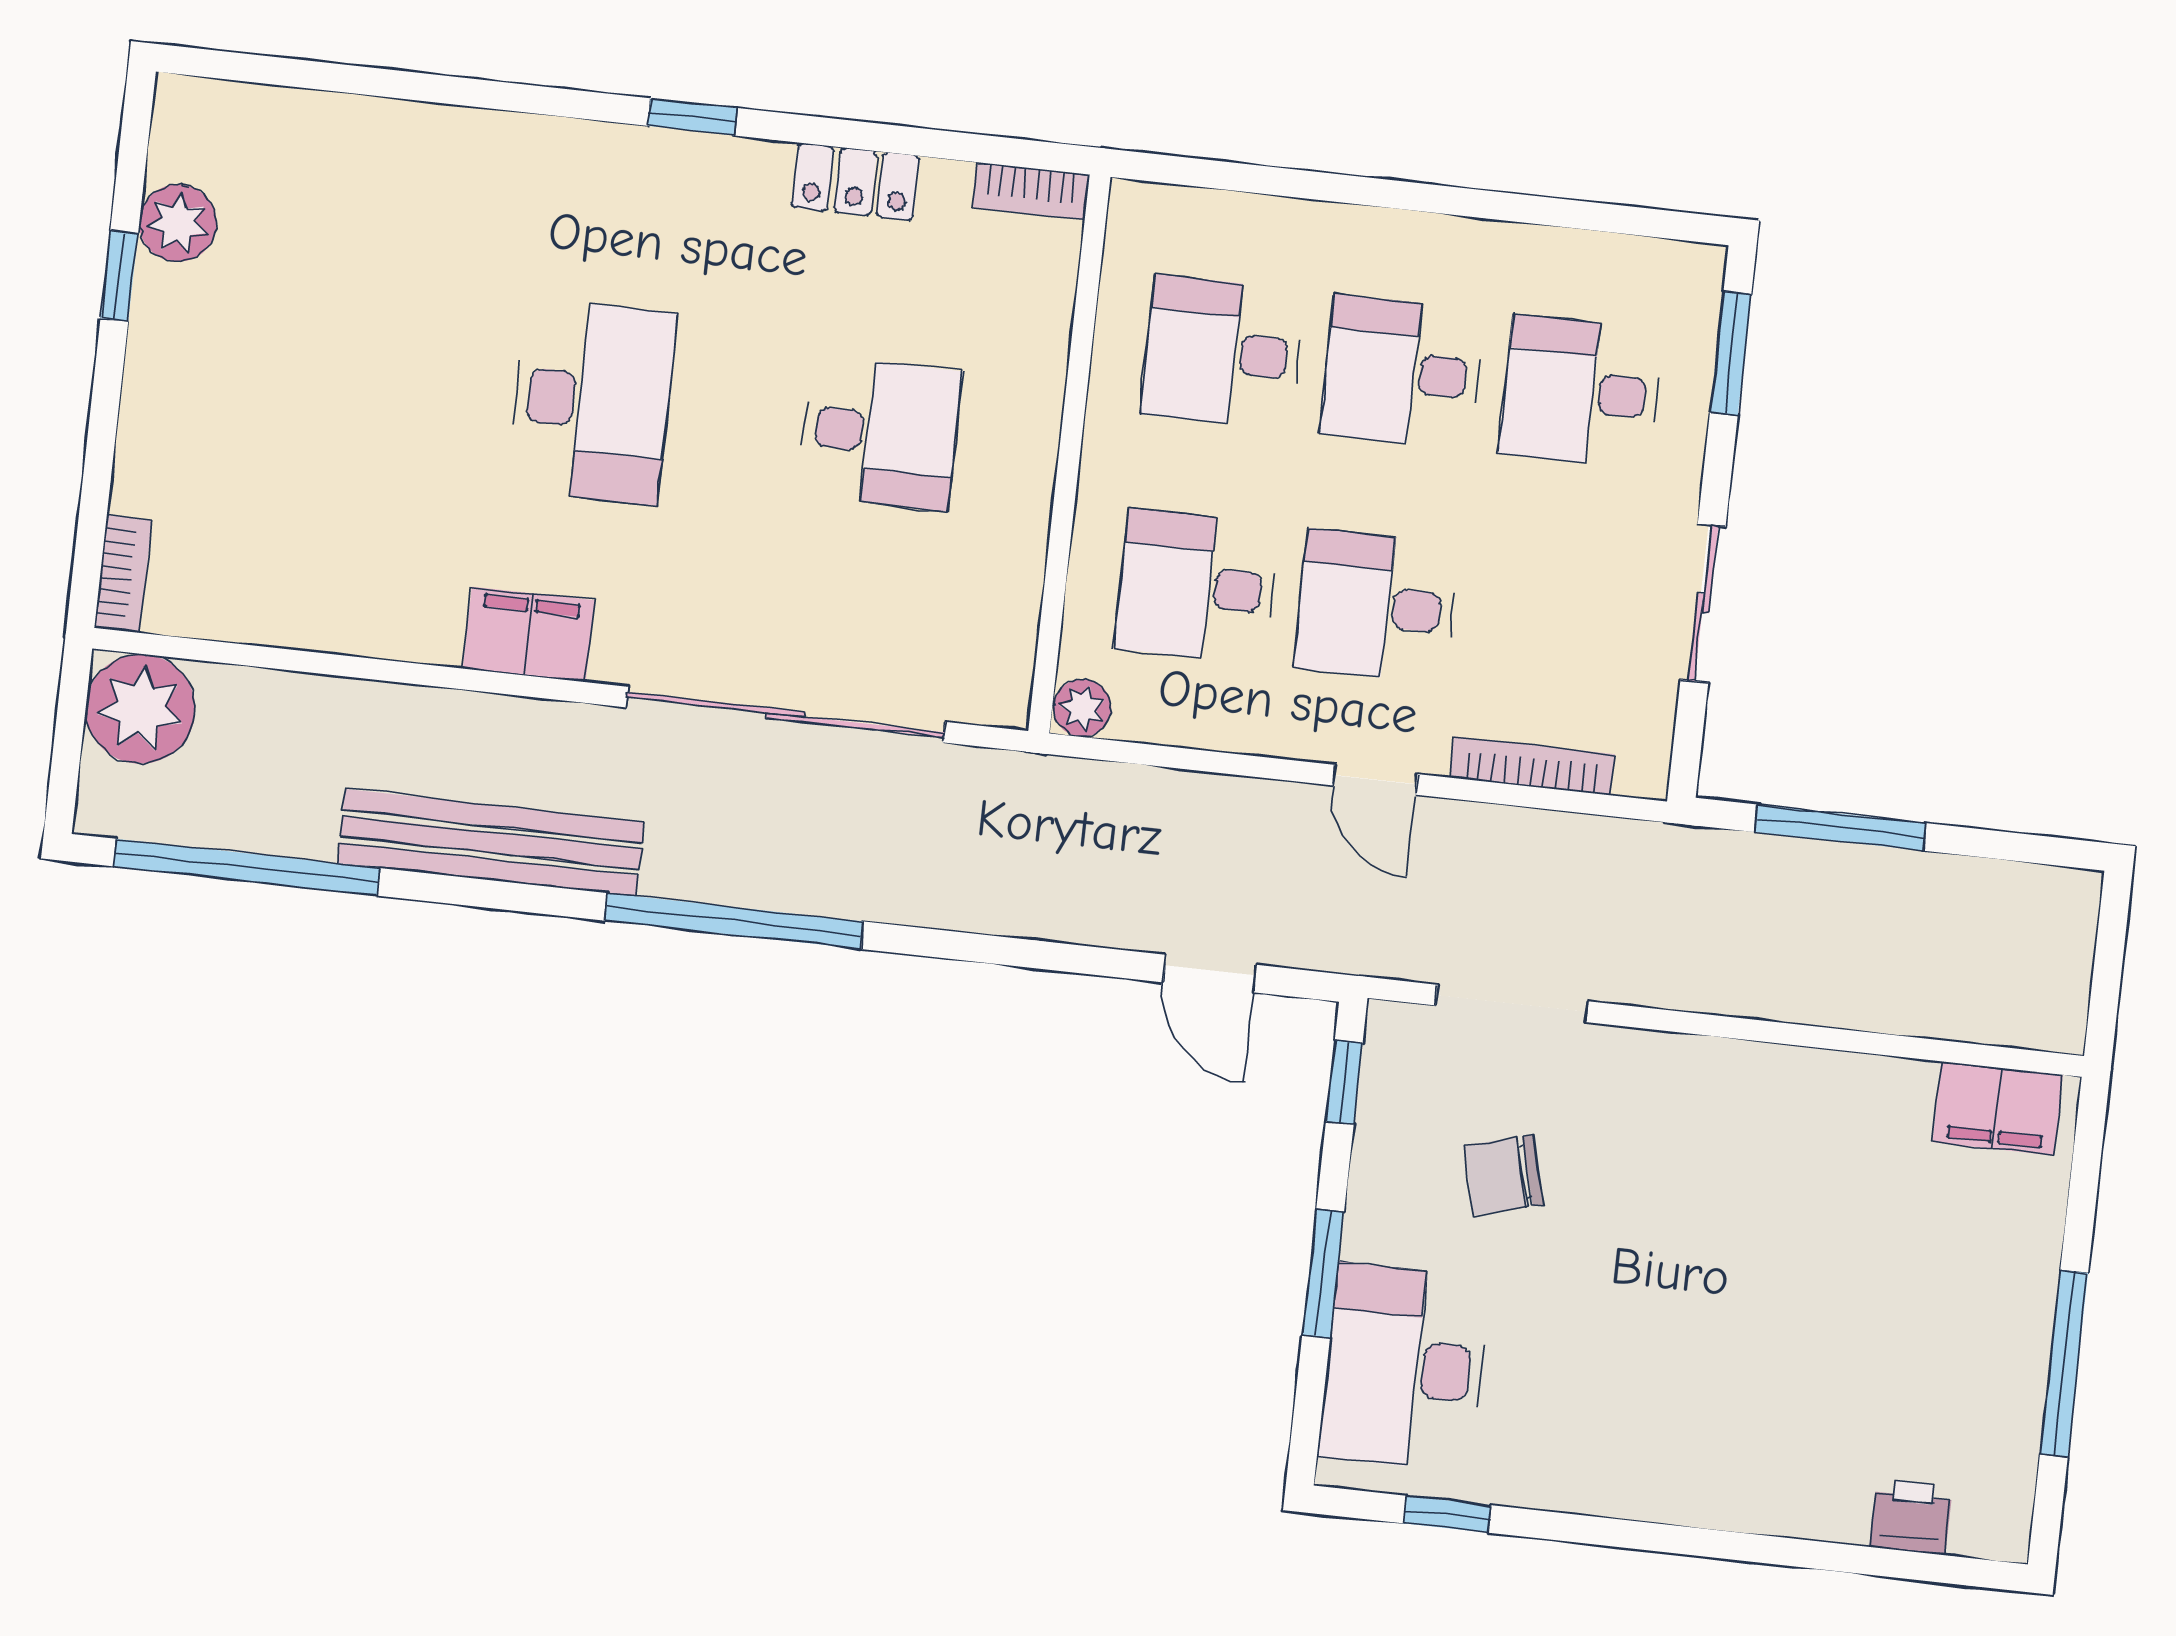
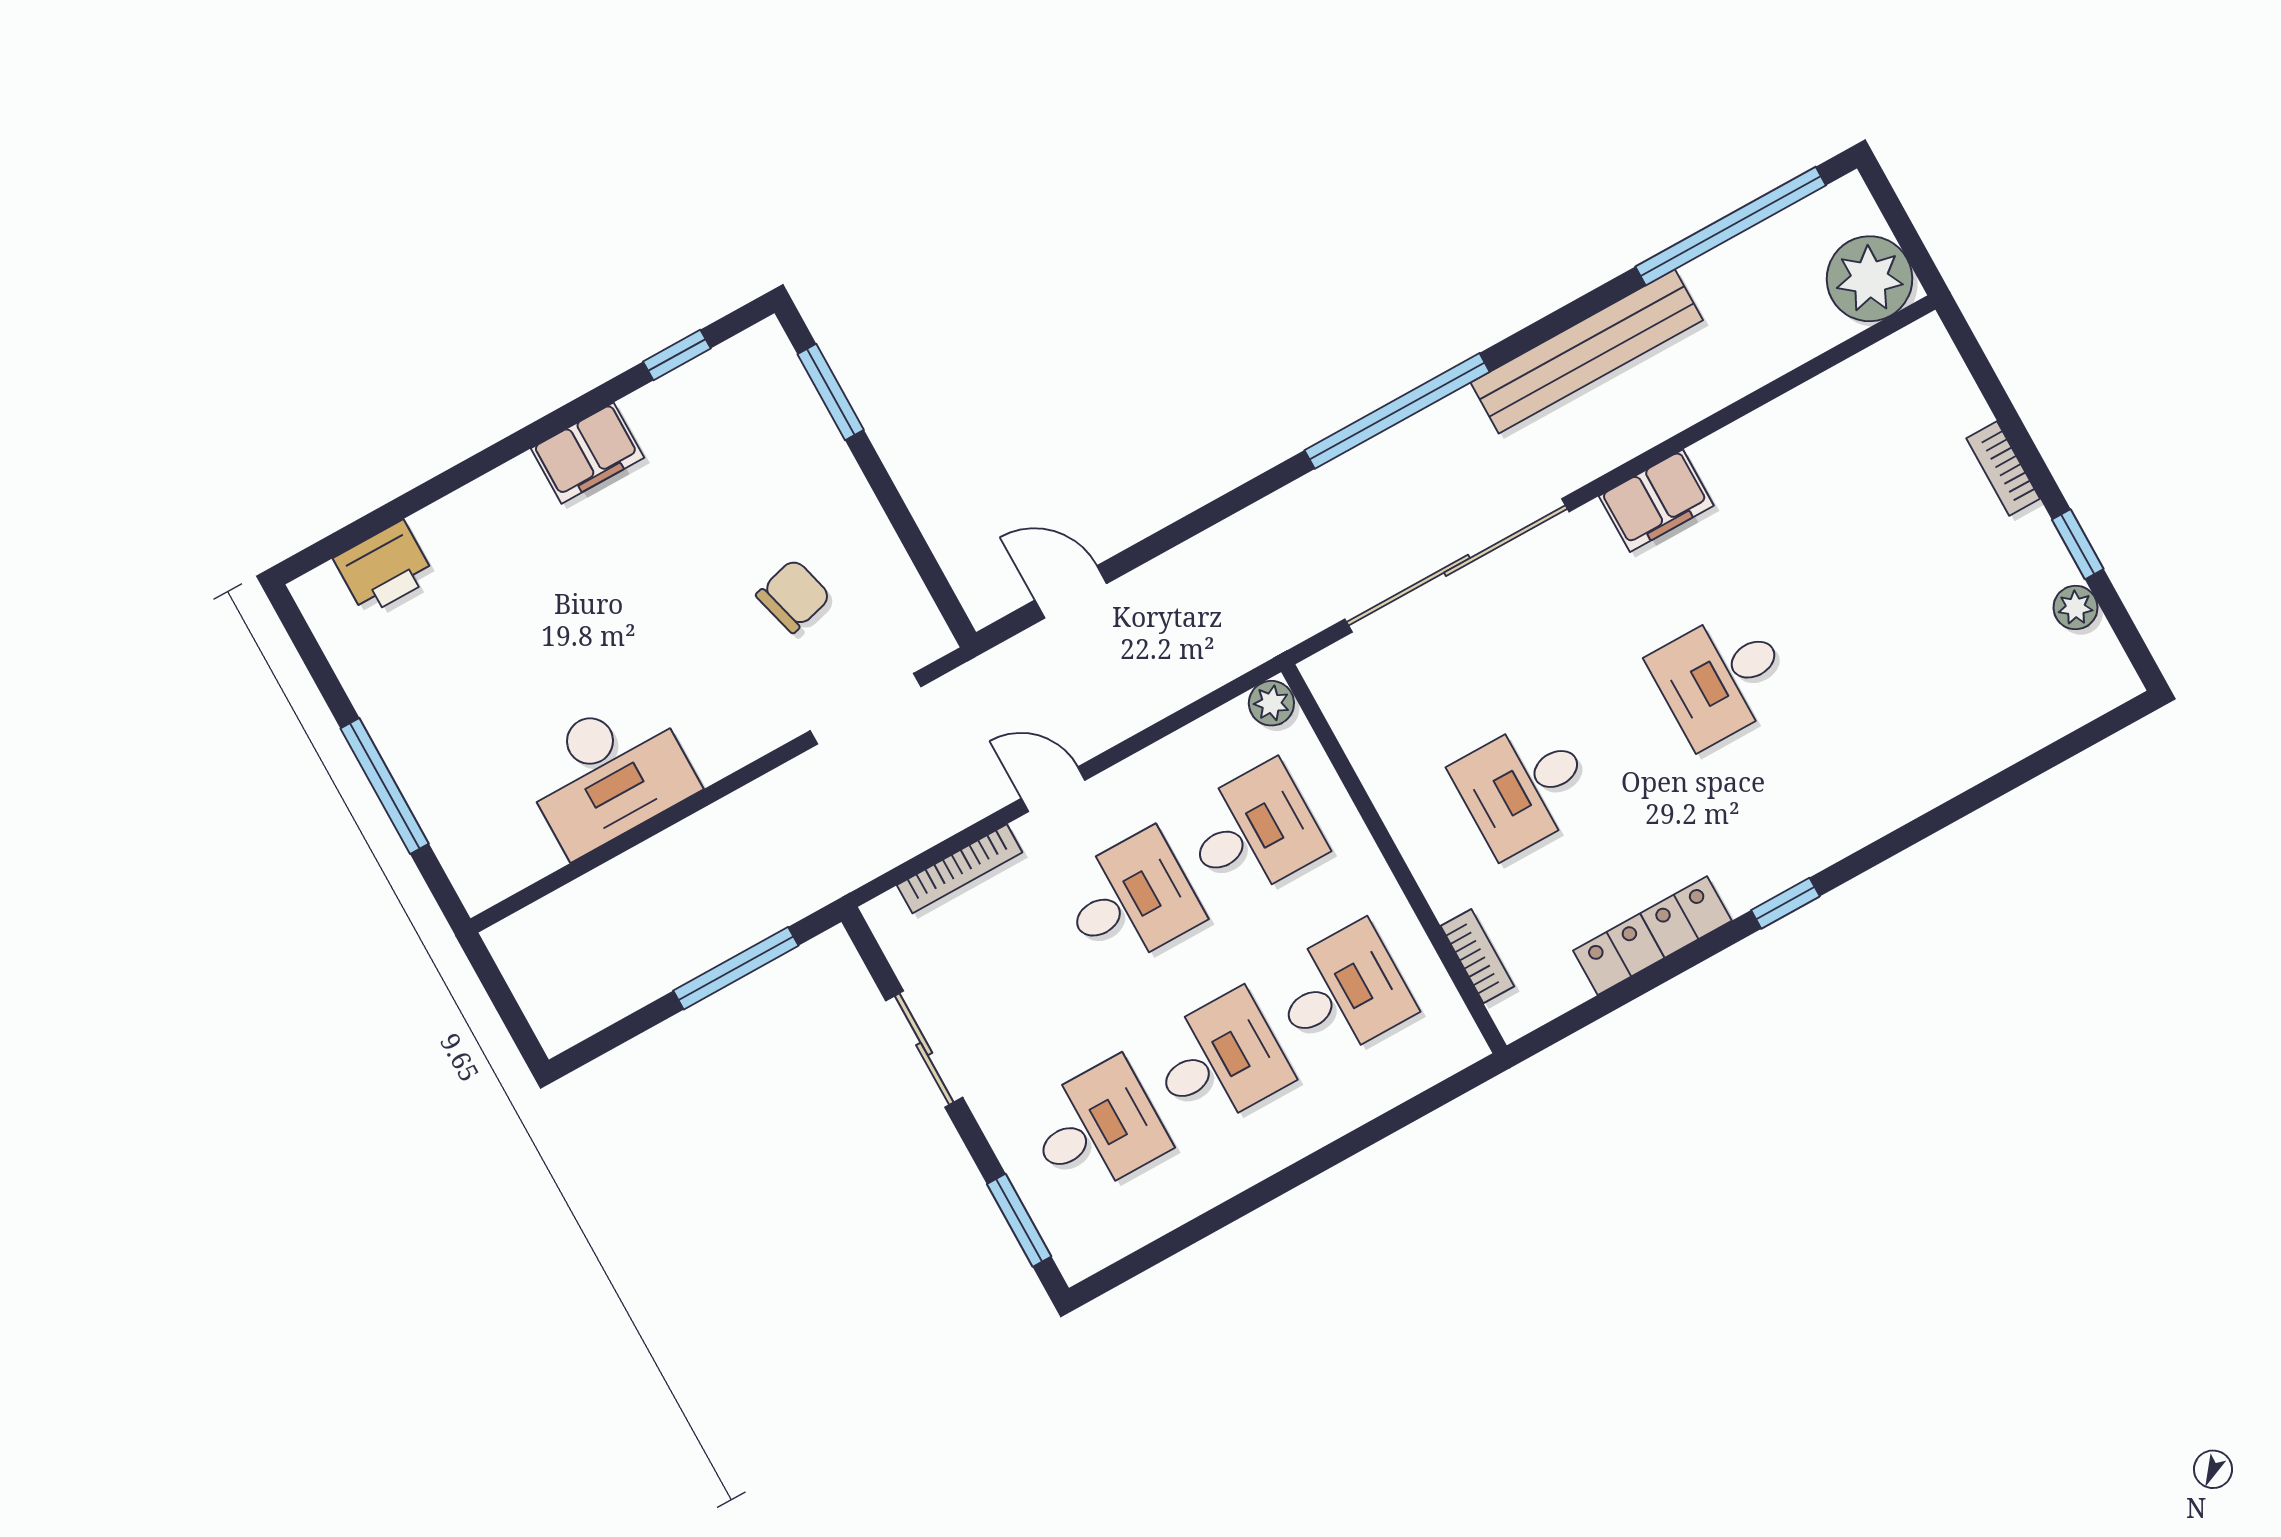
locker: (856, 182) -> (1652, 936), width x1.53
bookcase: (1031, 191) -> (1477, 956), moved, turned 90
plant: (178, 223) -> (2075, 608), width x0.73, depth x0.73
desk: (592, 401) -> (1721, 677), width x0.73
bookcase: (123, 574) -> (2003, 468), moved
window: (1344, 1082) -> (937, 583), removed
filing cabinet: (1998, 1108) -> (588, 453), moved, turned 180
window: (1323, 1273) -> (831, 392), moved
window: (2064, 1363) -> (385, 786), moved
desk: (1404, 1367) -> (608, 774), moved, turned 90
printer: (1911, 1517) -> (384, 568), width x1.36, depth x1.24

